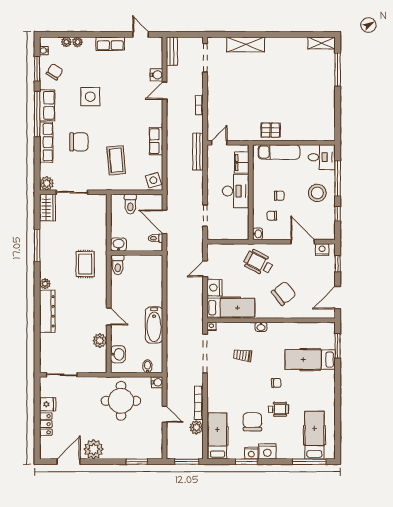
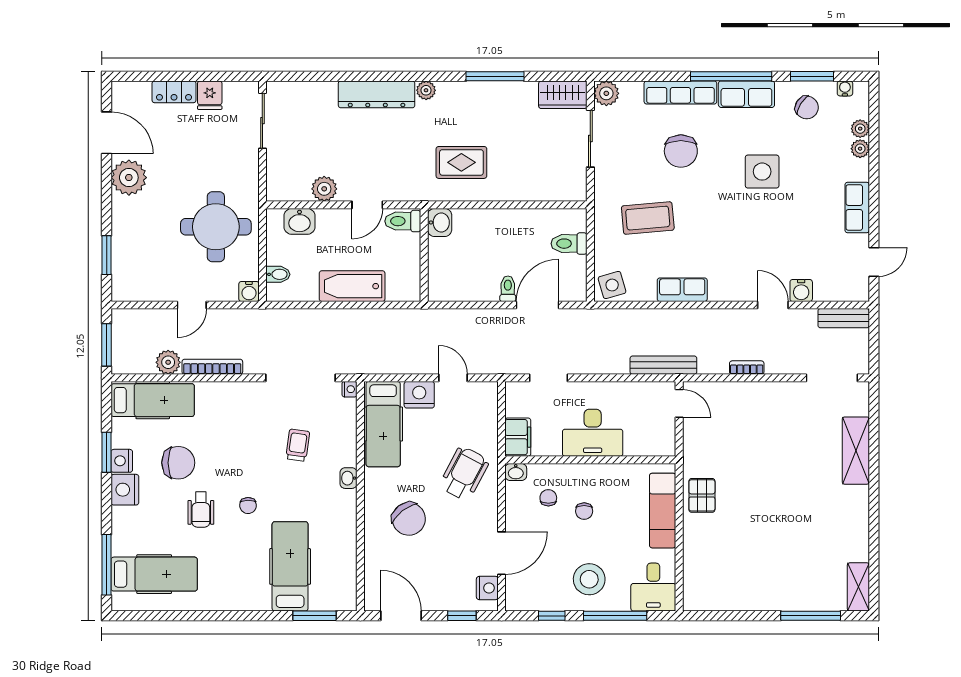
filing cabinet: (242, 163) -> (518, 437), moved, turned 90
washbasin: (119, 245) -> (440, 222), moved
wall: (137, 253) -> (424, 255), moved
toilet: (118, 265) -> (403, 221), moved

